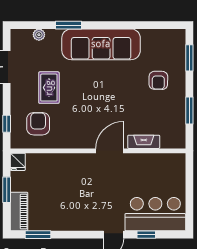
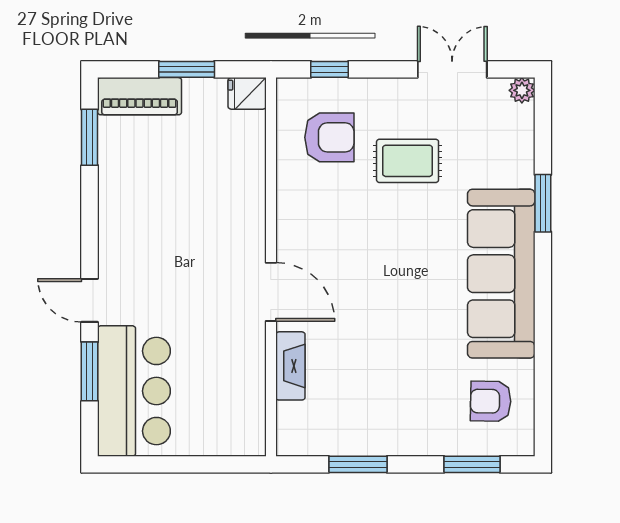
plant: (39, 35) -> (522, 90), moved
armchair: (158, 80) -> (491, 401), moved
window: (146, 235) -> (90, 371), width x1.50

